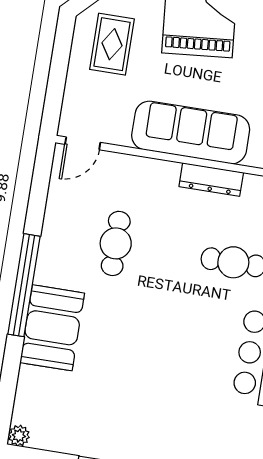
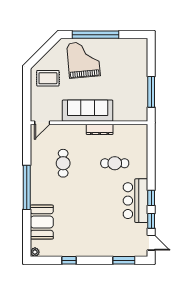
rug: (112, 44) -> (48, 78), turned 90
booth: (52, 328) -> (42, 222), moved

